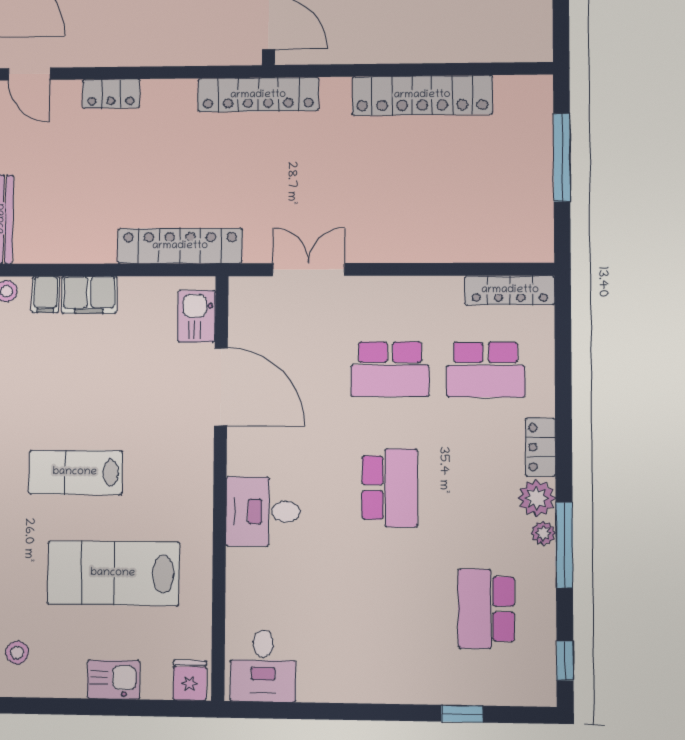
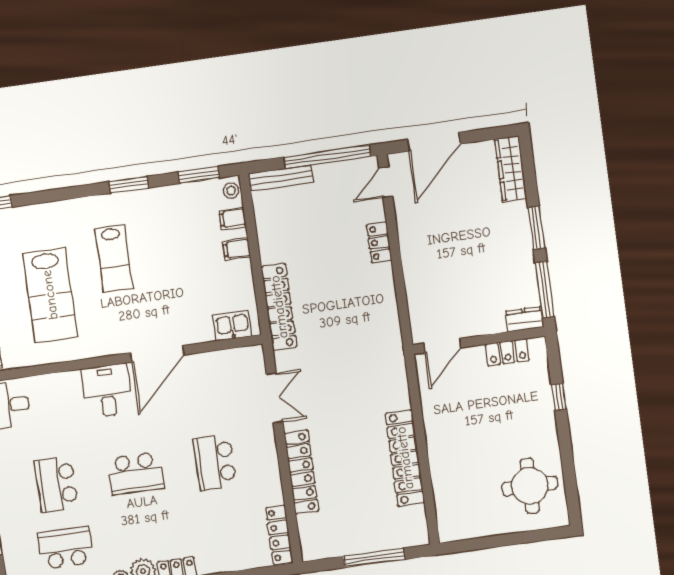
locker: (258, 95) -> (301, 472), moved, turned 180
filing cabinet: (89, 295) -> (237, 249), width x0.50
school desk: (486, 370) -> (56, 484), moved
door: (221, 387) -> (157, 354), moved
lab bench: (75, 472) -> (114, 259), turned 180
lab bench: (113, 573) -> (50, 295), turned 180

